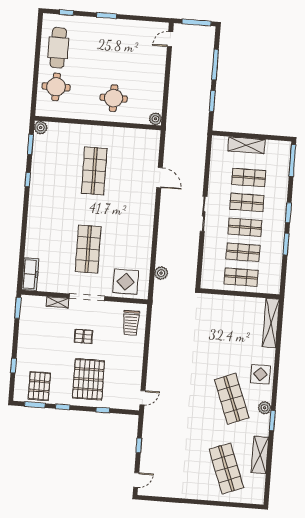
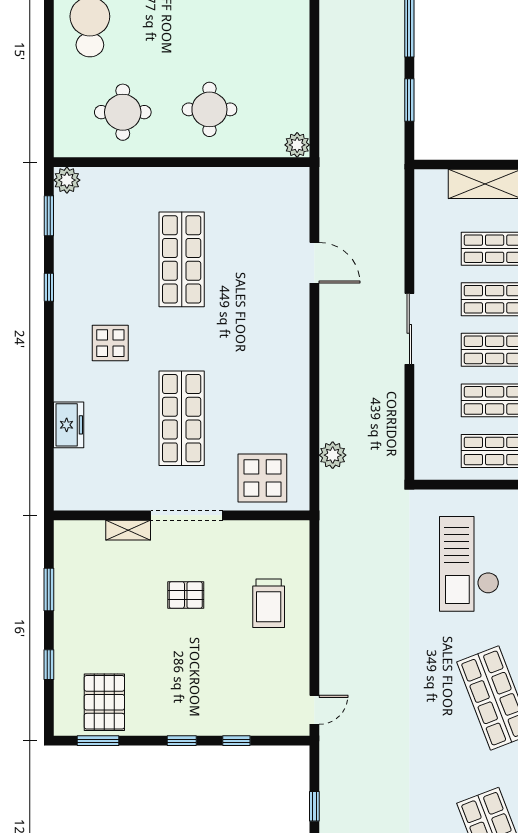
round table: (56, 87) -> (123, 112), moved
display table: (56, 209) -> (110, 343), added
freezer: (30, 274) -> (69, 425), moved, width x0.71
window: (18, 308) -> (49, 589), moved
trolley: (131, 323) -> (269, 603), moved
checkout: (224, 332) -> (469, 564), added
pallet: (88, 379) -> (202, 681), removed
window: (63, 407) -> (182, 741), moved

